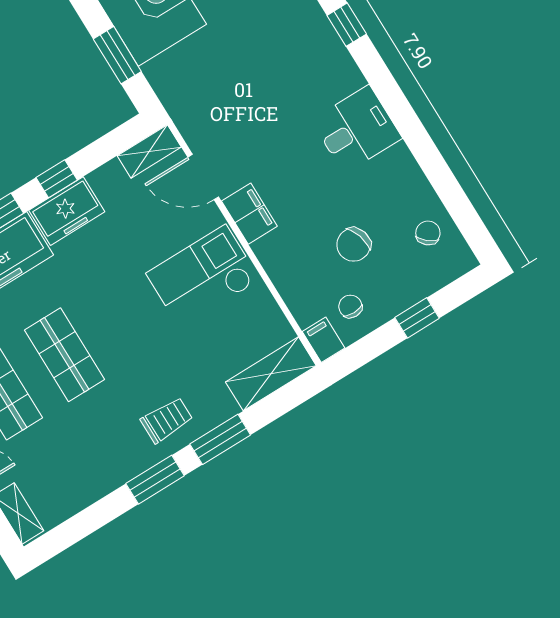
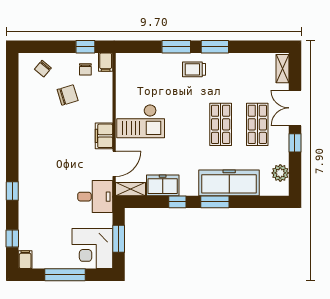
desk: (357, 129) -> (95, 197), moved, turned 180
door: (203, 177) -> (114, 164), hinge flipped
freezer: (67, 211) -> (163, 185), moved
chair: (428, 233) -> (43, 69), moved
window: (417, 318) -> (85, 47), moved
shelving: (271, 374) -> (137, 62), removed

